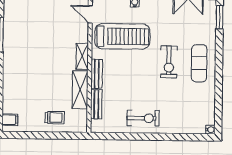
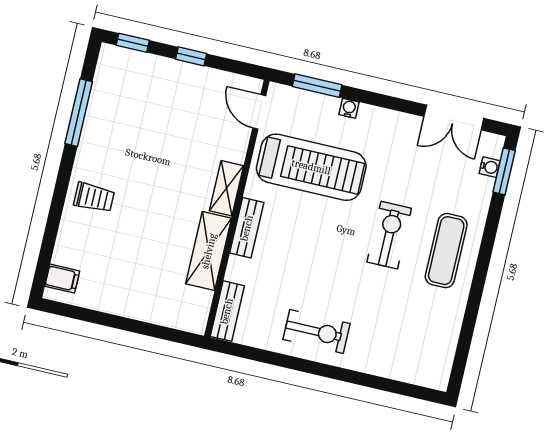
exercise bike: (169, 62) -> (389, 235), turned 180
bench: (96, 104) -> (227, 311), moved
trolley: (55, 118) -> (94, 197), moved
water cooler: (210, 130) -> (490, 167), moved

